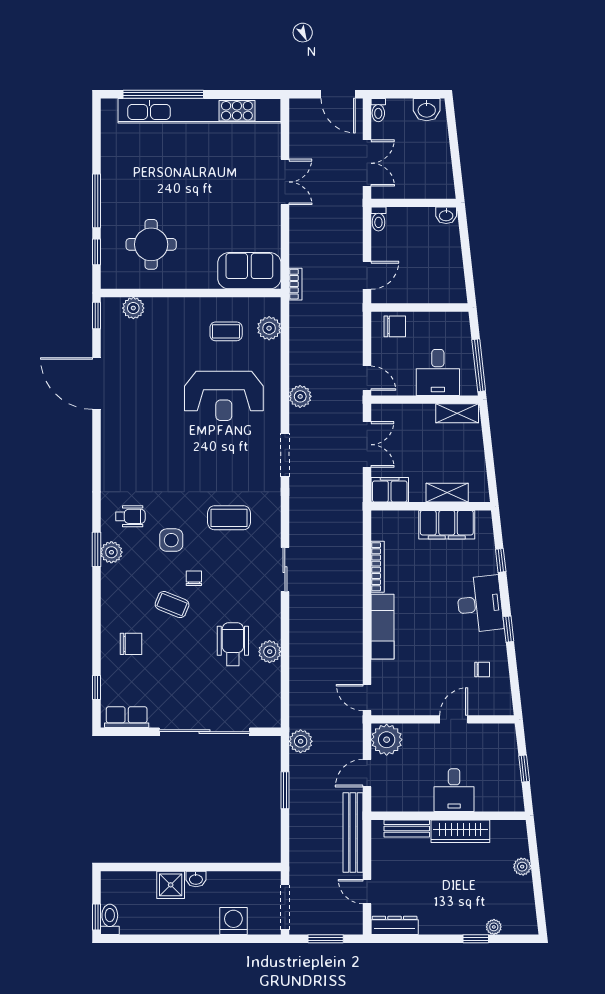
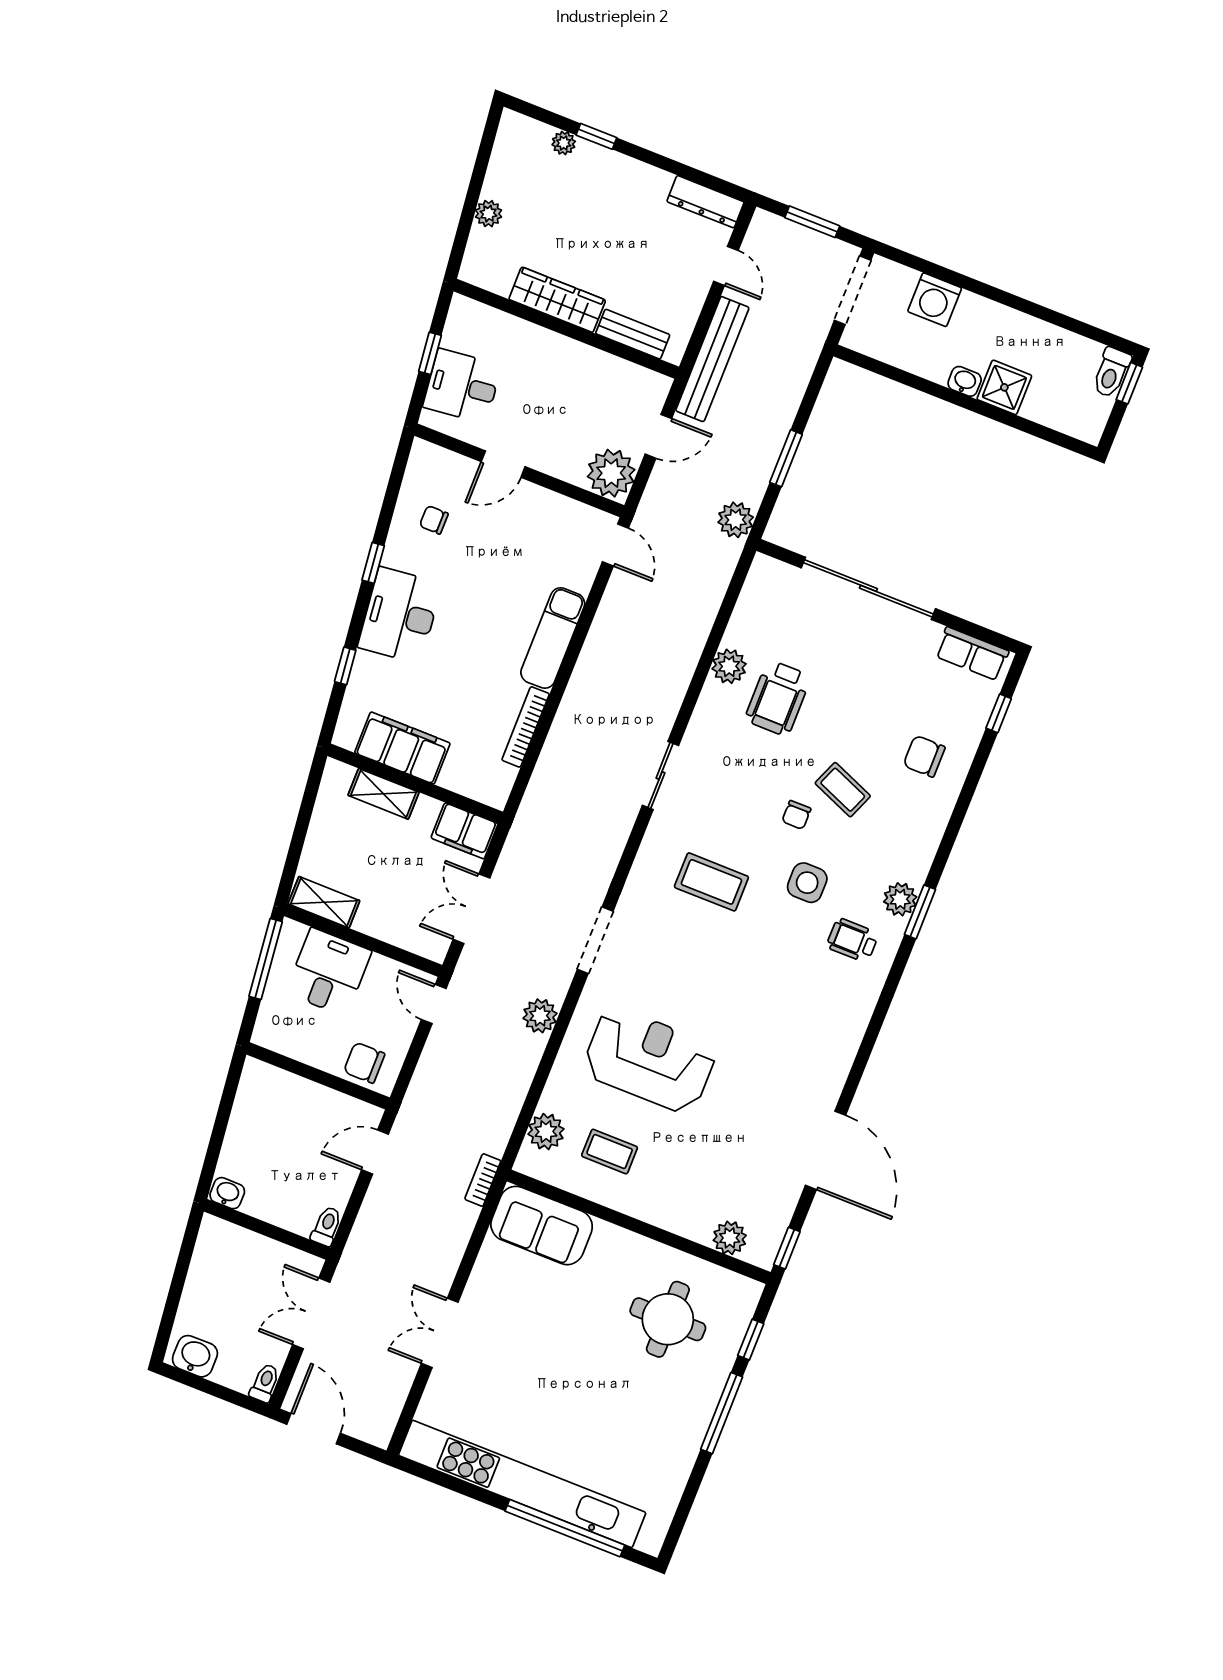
desk: (454, 790) -> (462, 386), moved, turned -96

